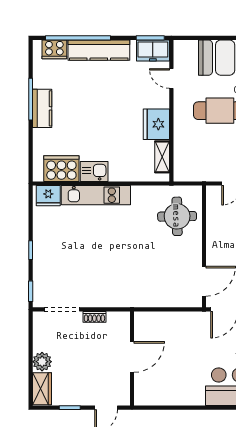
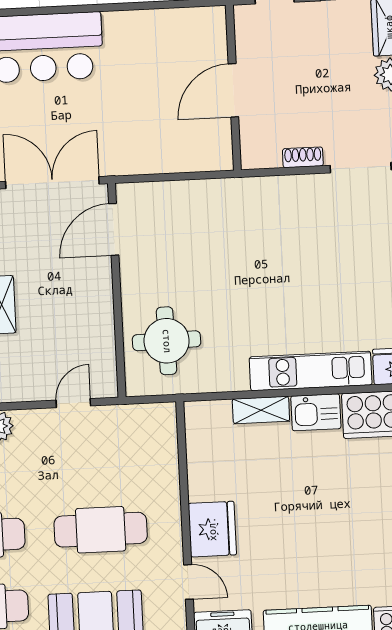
fridge: (156, 124) -> (212, 529), moved
shelving: (162, 157) -> (261, 410), moved, turned 90

